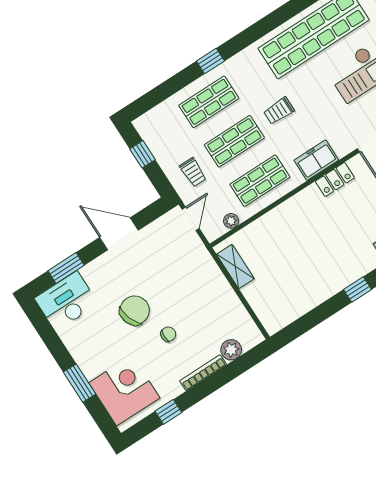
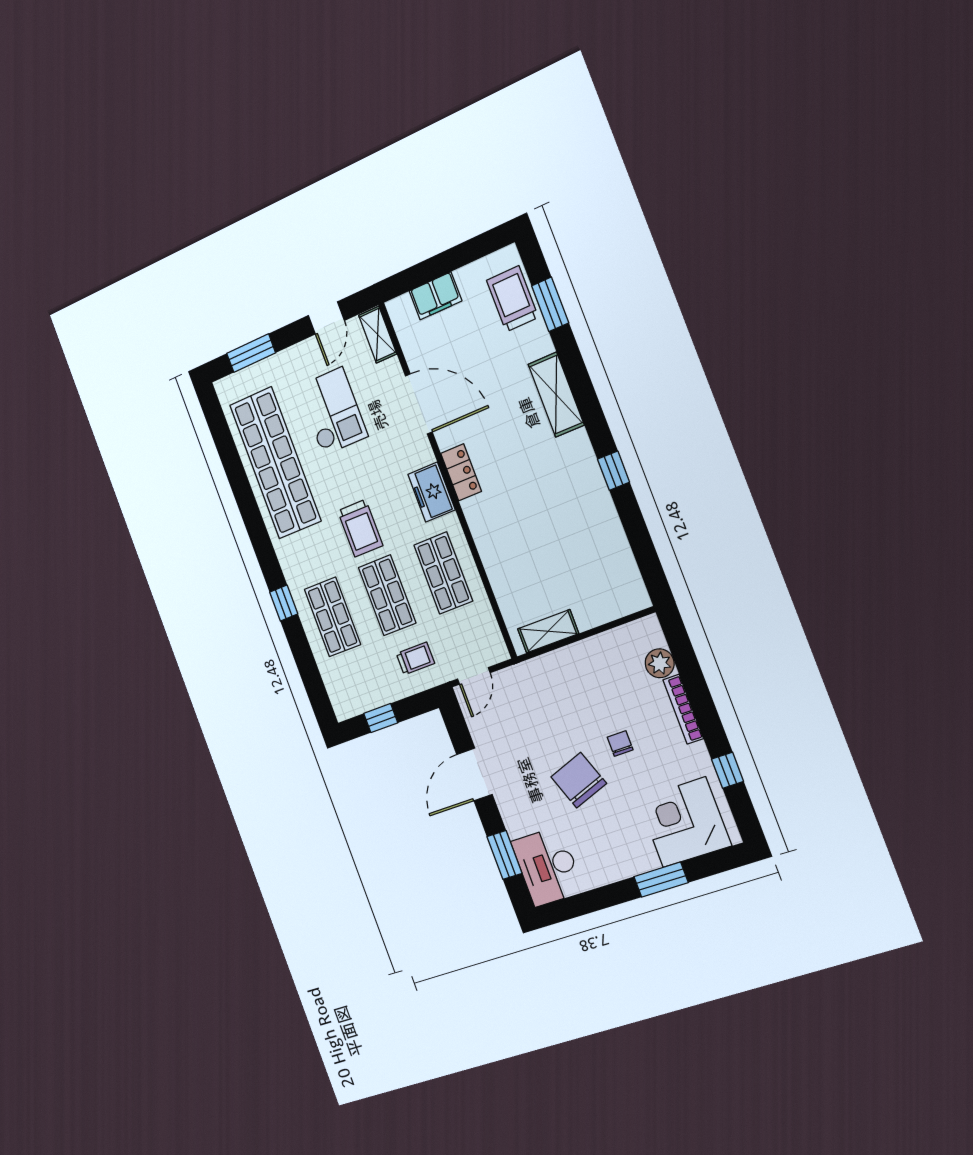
trolley: (279, 111) -> (360, 528), width x1.36, depth x1.39
door: (191, 219) -> (474, 676), swing flipped
plant: (231, 221) -> (487, 623), removed

